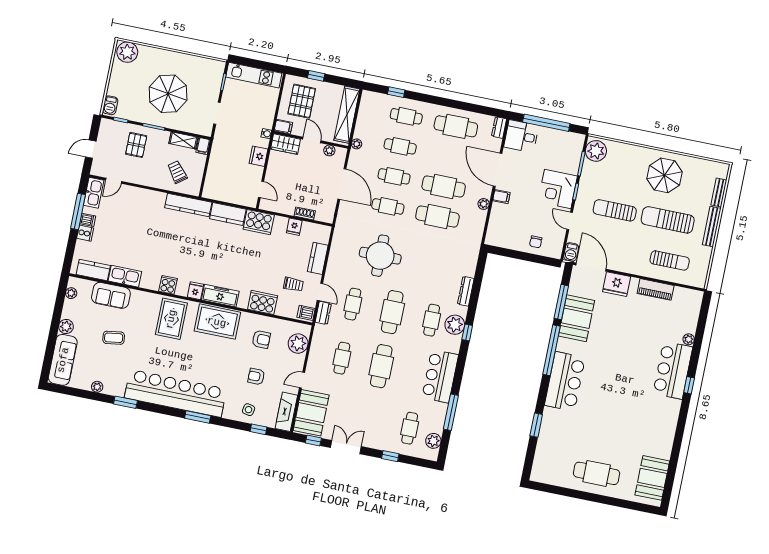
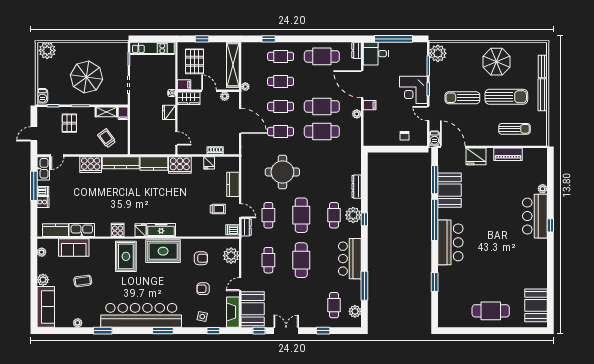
sun lounger: (668, 220) -> (506, 97), turned 180
cooker: (263, 302) -> (91, 165), moved, turned 180

